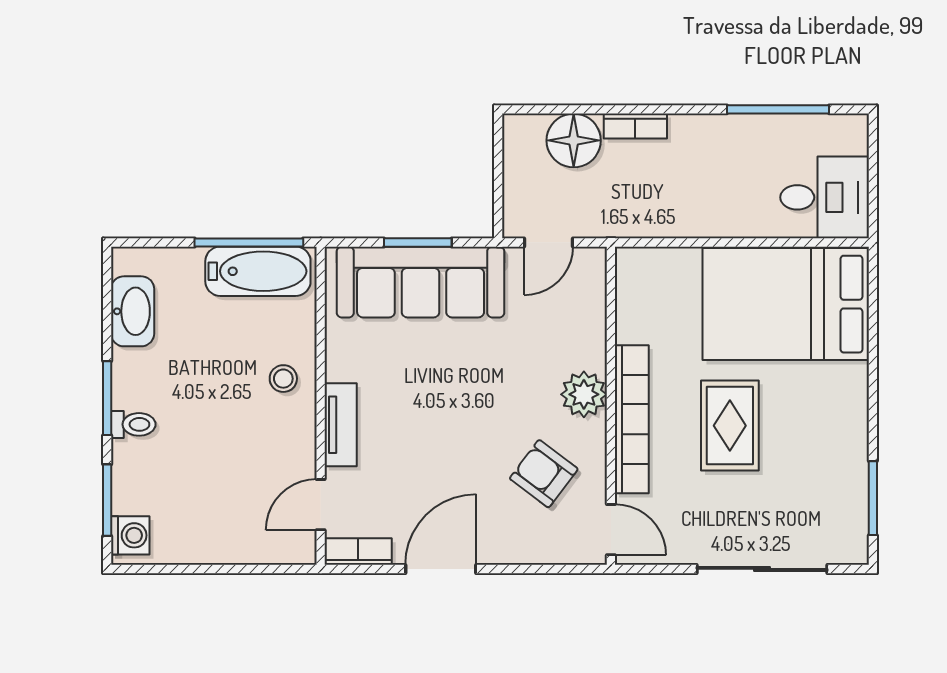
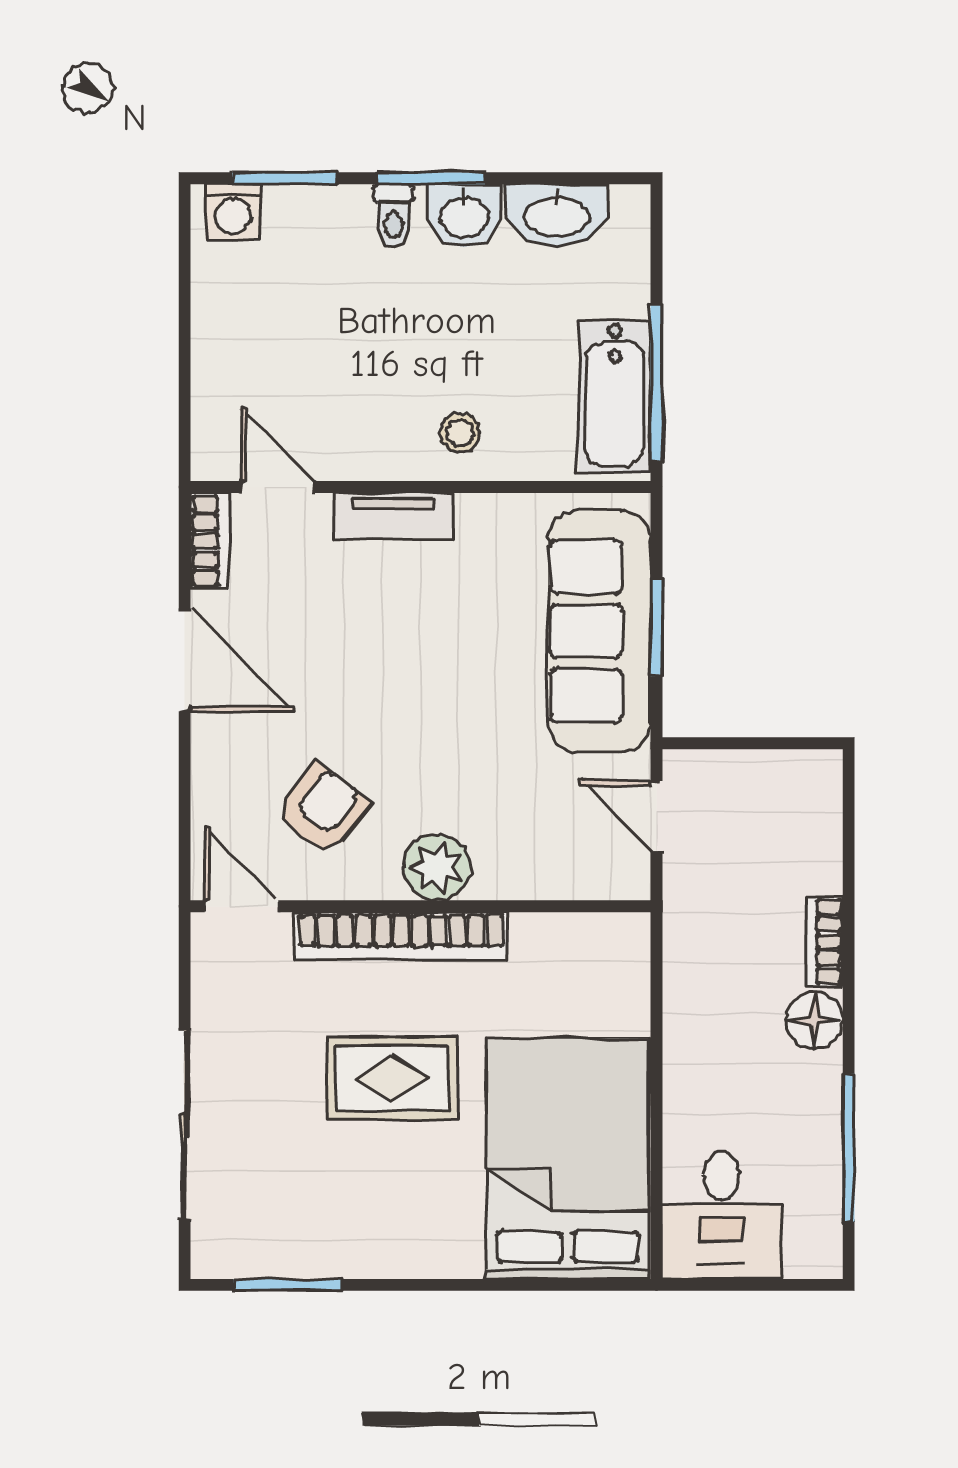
floor lamp: (574, 140) -> (814, 1020), moved, width x0.73, depth x0.73
washbasin: (133, 376) -> (464, 216), added
door: (611, 530) -> (242, 906), swing flipped

